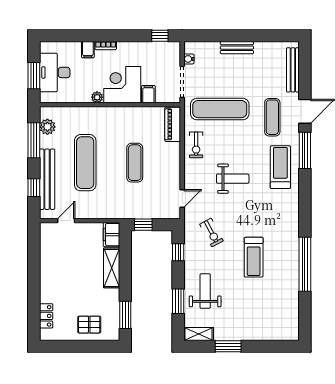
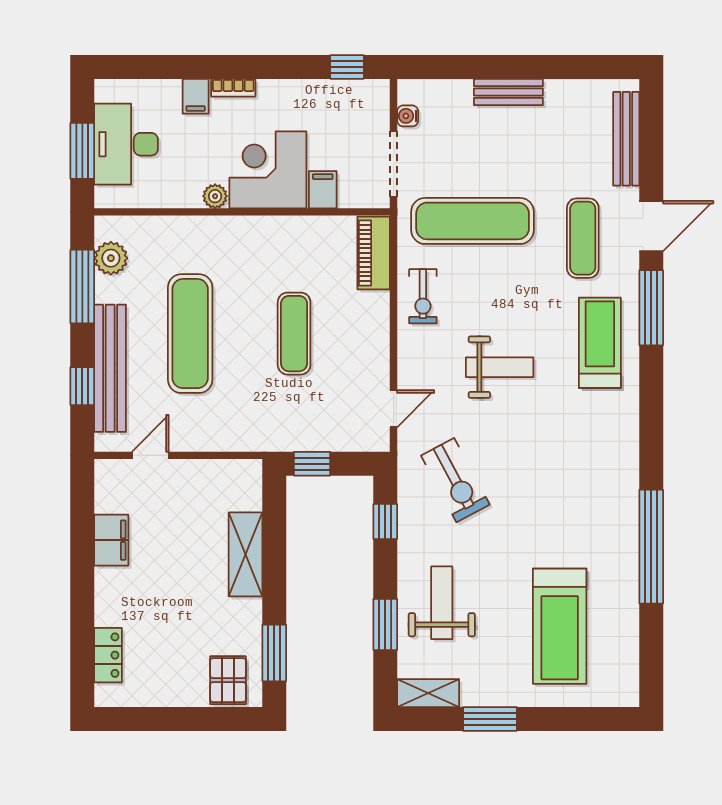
exercise bike: (212, 232) -> (455, 480), width x1.38, depth x1.39
filing cabinet: (111, 235) -> (111, 540), moved, turned 180
treadmill: (254, 257) -> (560, 626), moved, width x1.37, depth x1.38
pallet: (89, 325) -> (228, 680), moved, turned 90

